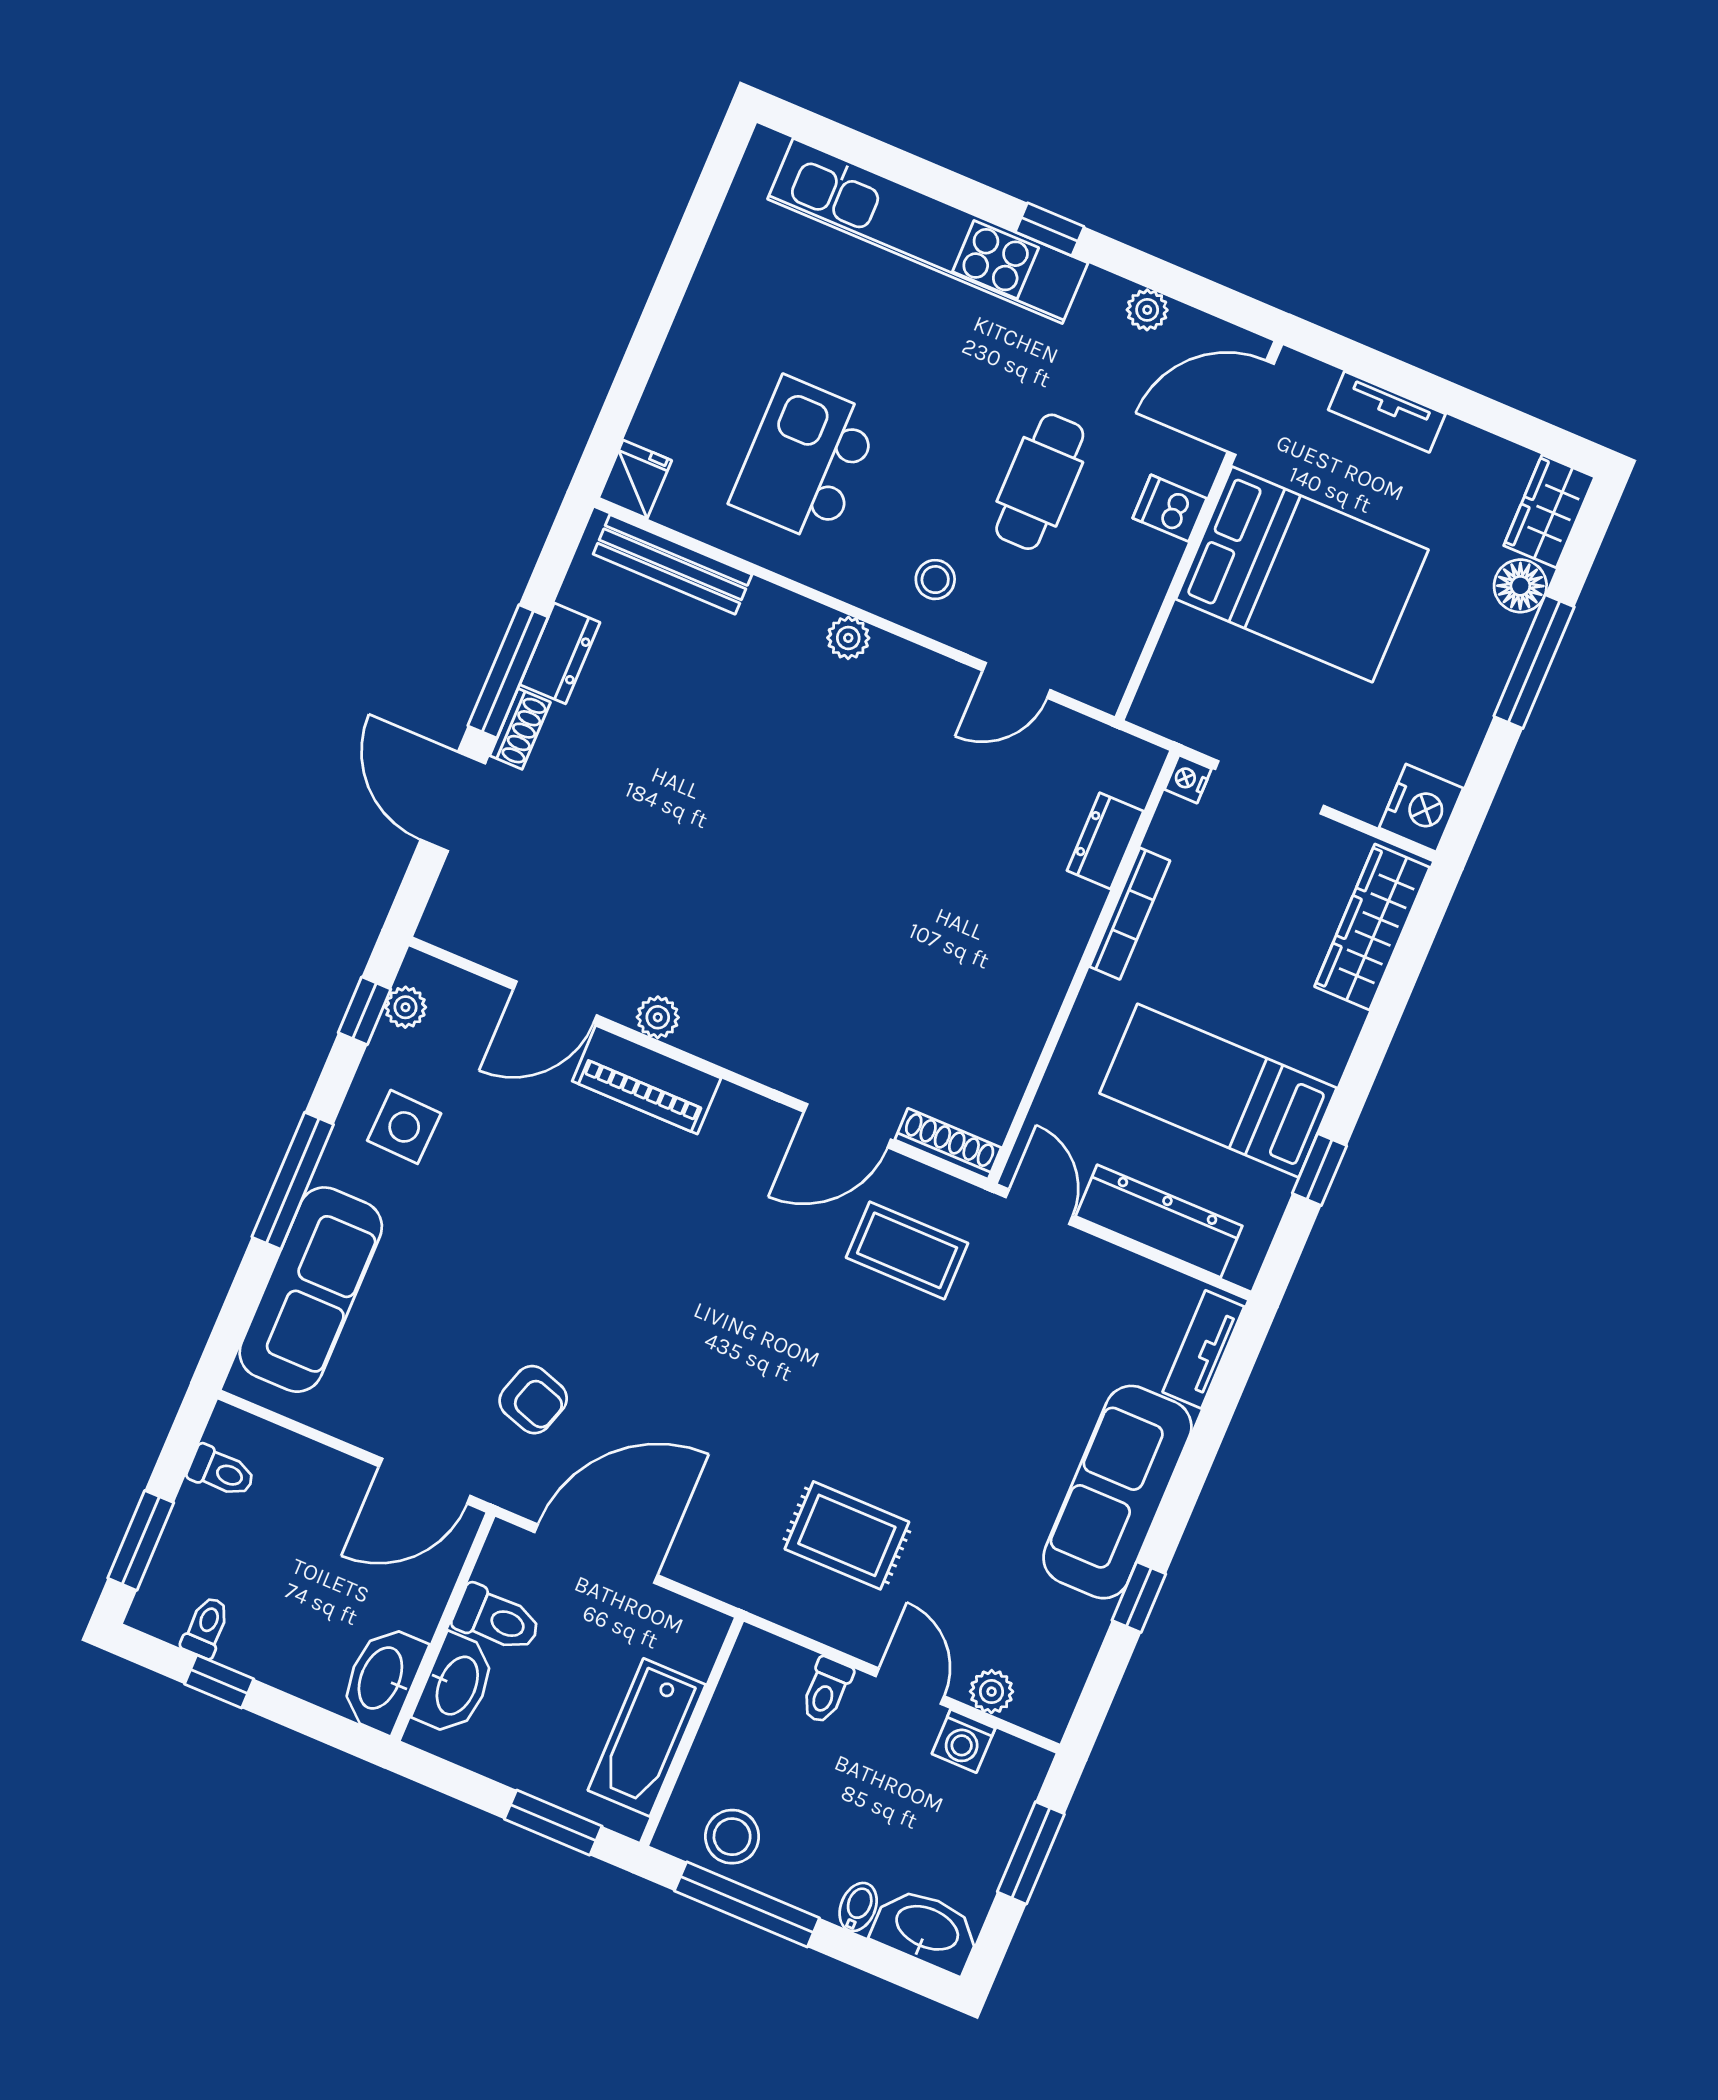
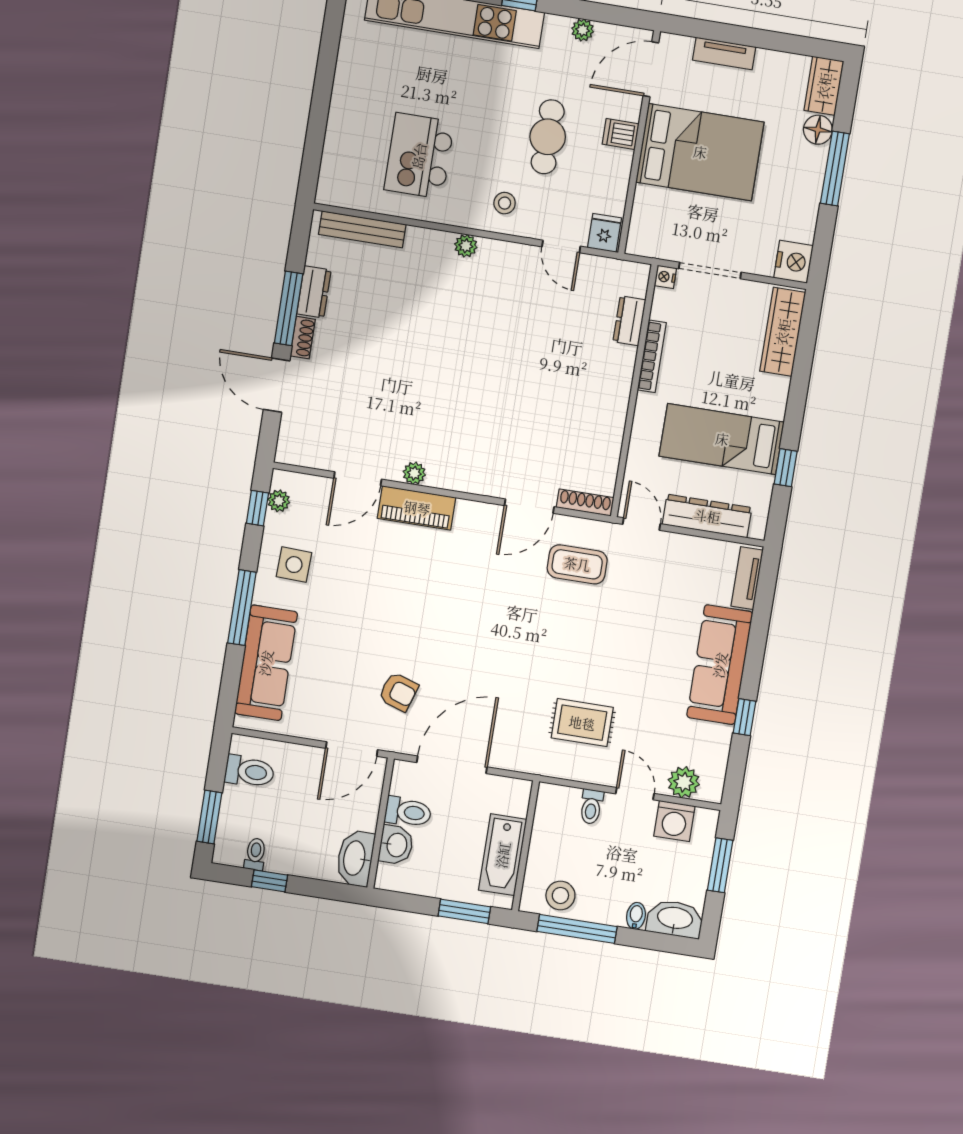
fridge: (635, 479) -> (604, 233), moved
door: (1017, 680) -> (561, 247), hinge flipped
toilet: (221, 1472) -> (249, 771), width x1.37, depth x1.39
washbasin: (456, 1685) -> (396, 845), width x0.72
plant: (992, 1692) -> (684, 782), width x1.38, depth x1.38
washing machine: (964, 1741) -> (674, 821), width x1.38, depth x1.38

